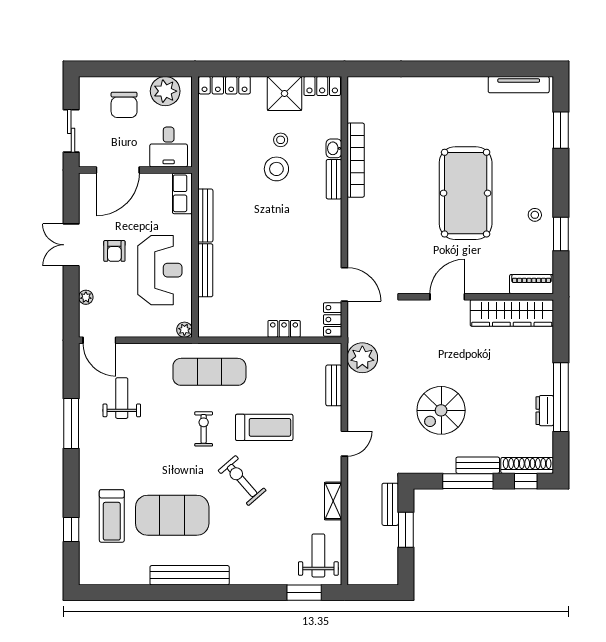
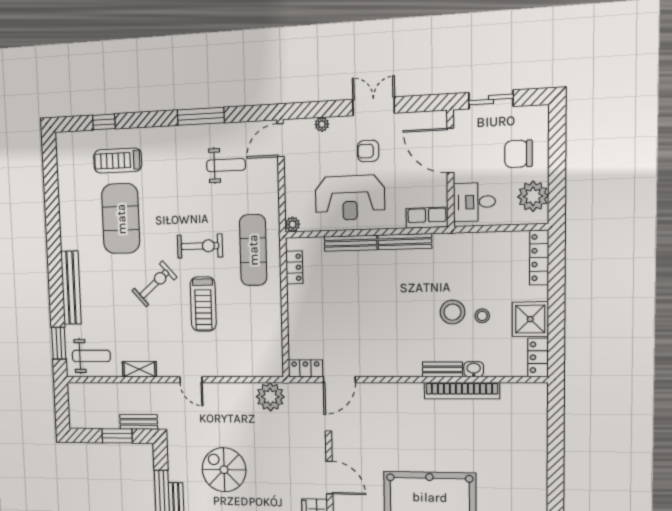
locker: (284, 329) -> (294, 267), moved
bench: (334, 385) -> (244, 370), removed
exercise bike: (204, 429) -> (200, 246), width x1.38, depth x1.39
bench: (190, 575) -> (71, 288), moved

